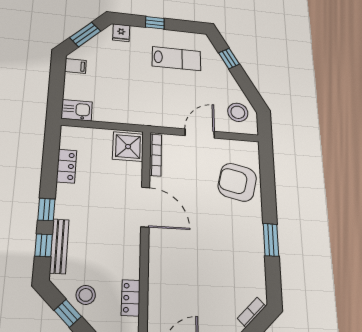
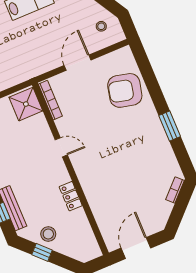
stool: (238, 112) -> (101, 26), width x0.53, depth x0.53
door: (145, 207) -> (61, 147), width x0.53
locker: (131, 298) -> (71, 196), moved

